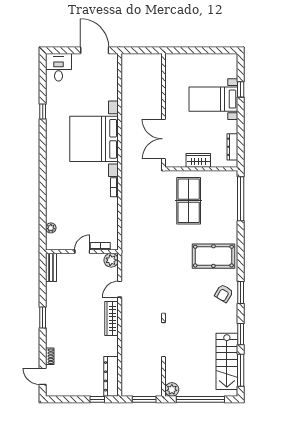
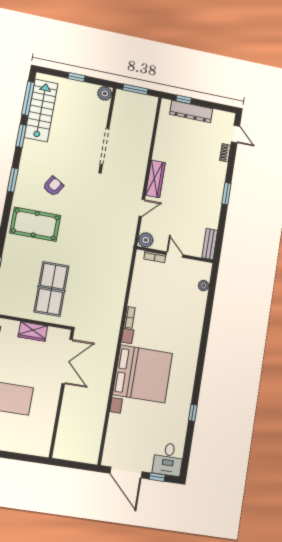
window: (66, 50) -> (157, 477), added
door: (82, 252) -> (175, 255), swing flipped
armchair: (224, 293) -> (53, 186), moved
dresser: (111, 376) -> (191, 111), moved, turned 90
window: (200, 399) -> (77, 77), width x0.32

